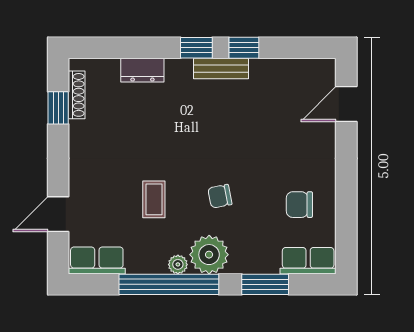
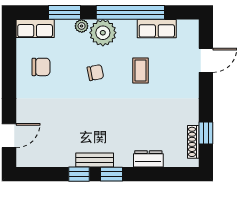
row of seats: (97, 261) -> (157, 29), moved
plant: (178, 264) -> (82, 26), moved

